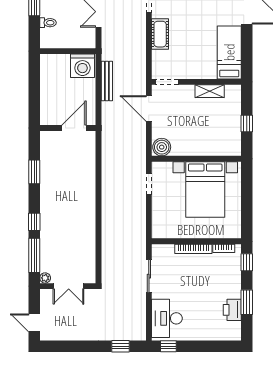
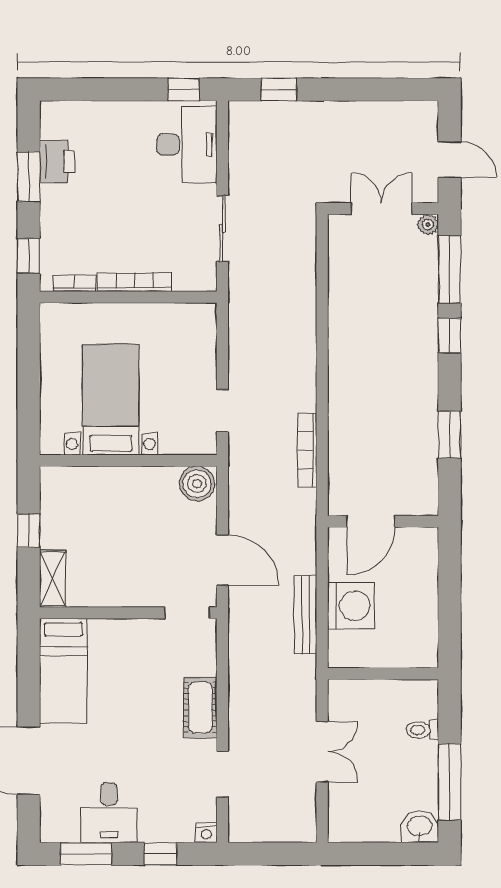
washing machine: (82, 66) -> (351, 606), moved, turned 90
shelving: (210, 91) -> (53, 579), moved, turned 90
bookcase: (106, 164) -> (307, 451), added
bed with nightstands: (205, 190) -> (111, 400), width x0.73
door: (34, 323) -> (449, 159), moved

